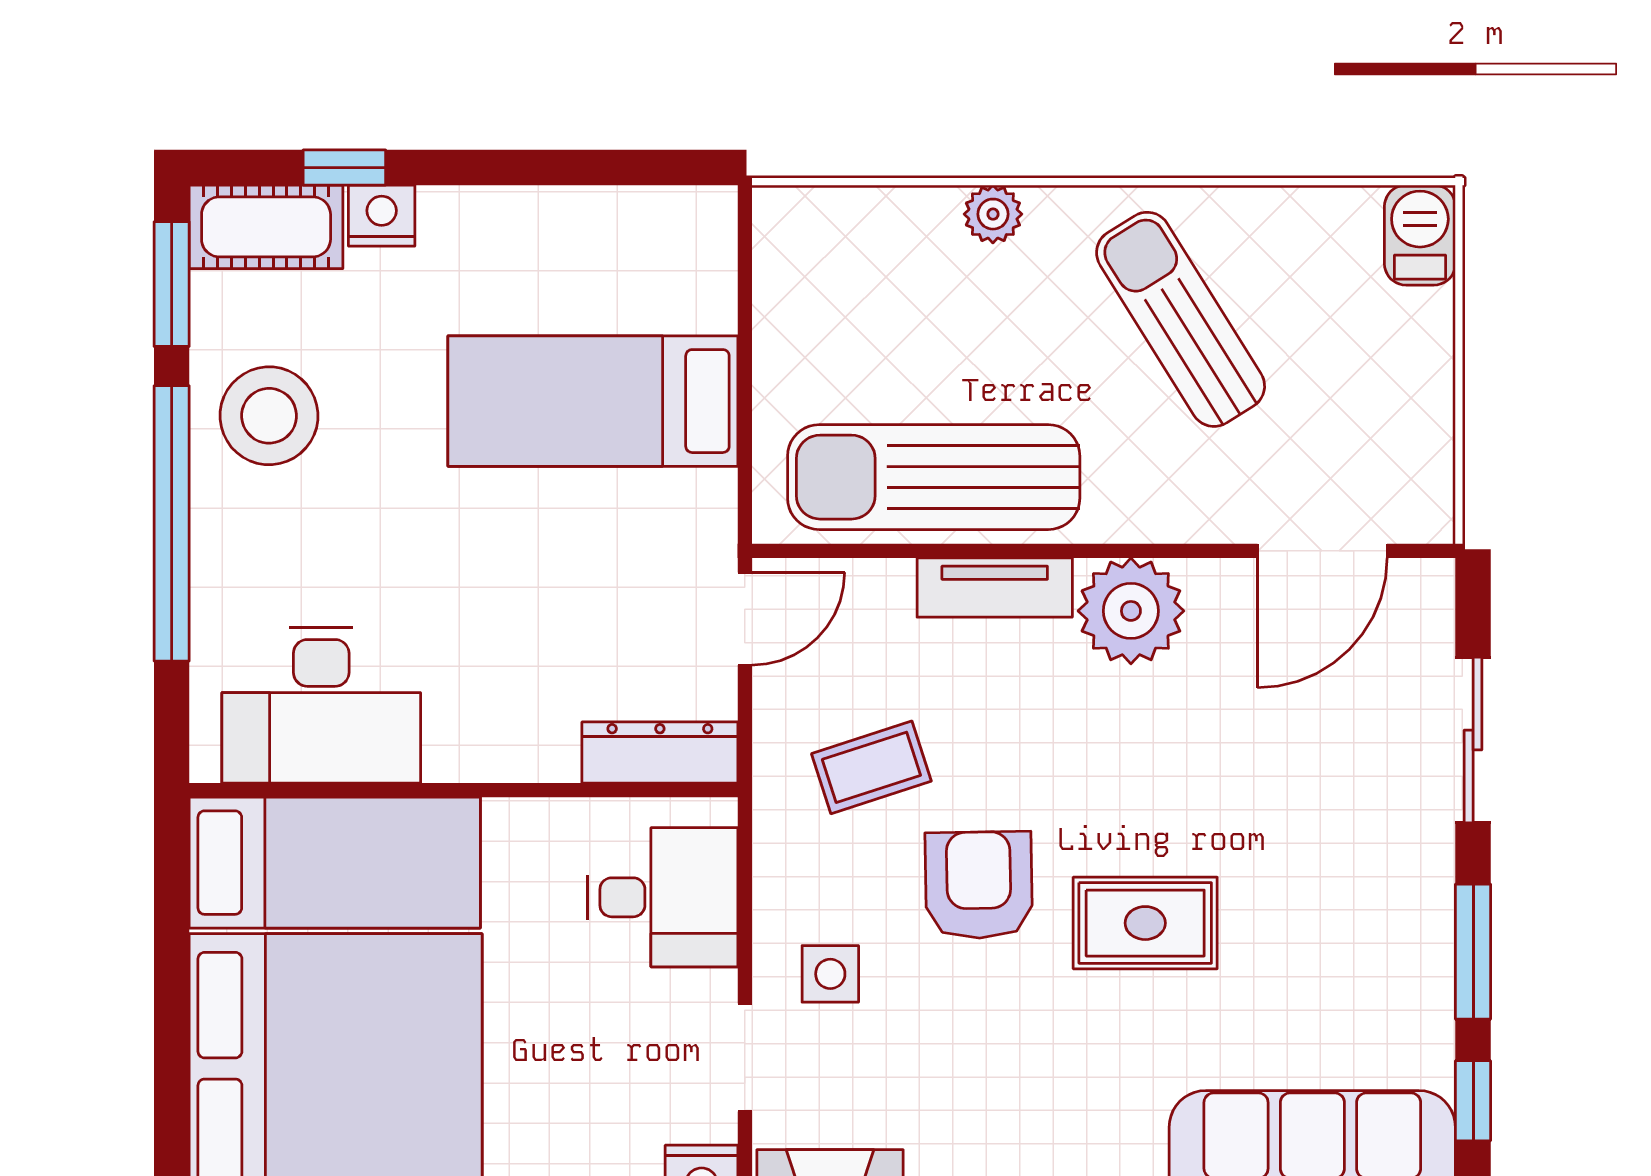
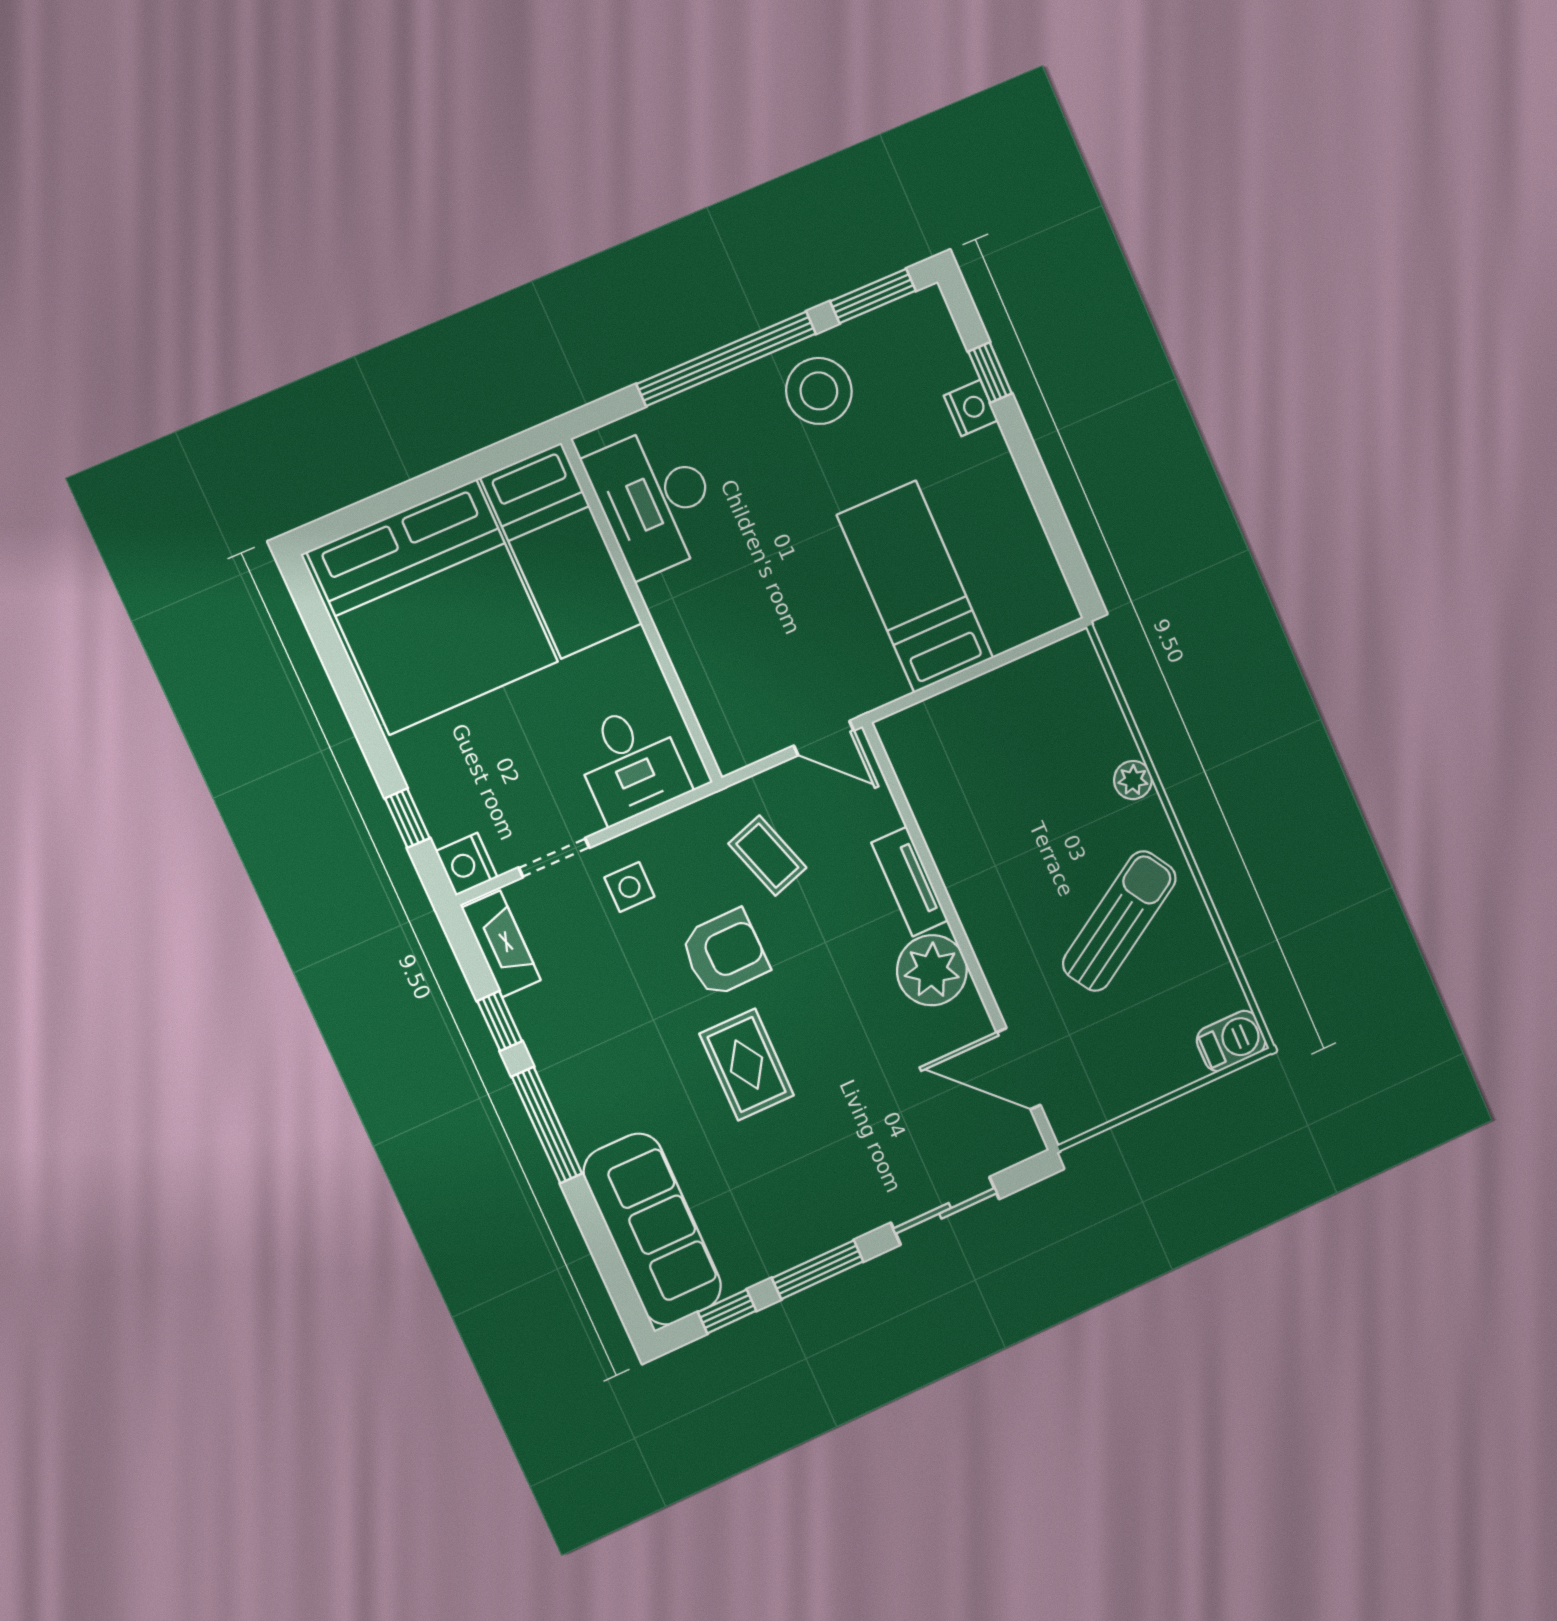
cot: (266, 227) -> (933, 340), removed
sun lounger: (934, 477) -> (960, 815), removed
dresser: (660, 753) -> (719, 722), removed

